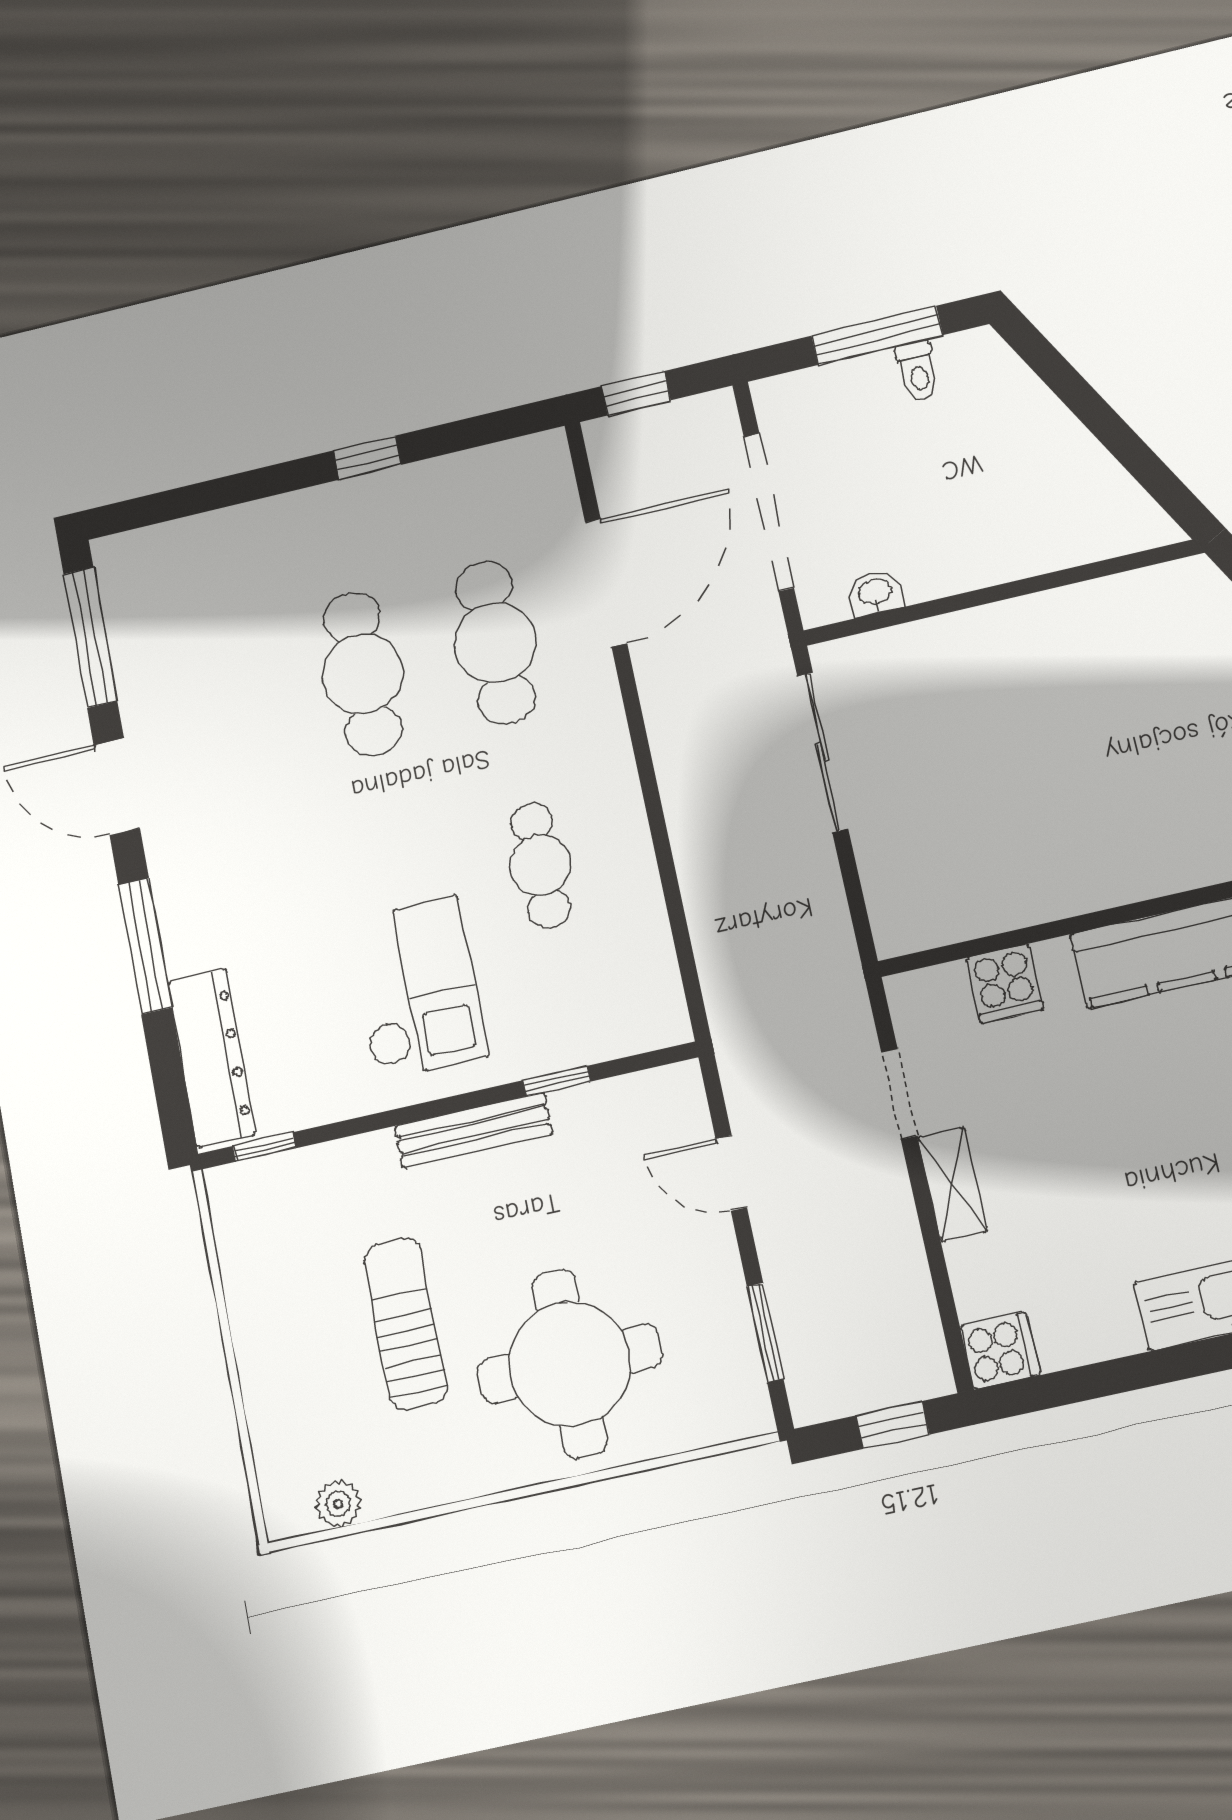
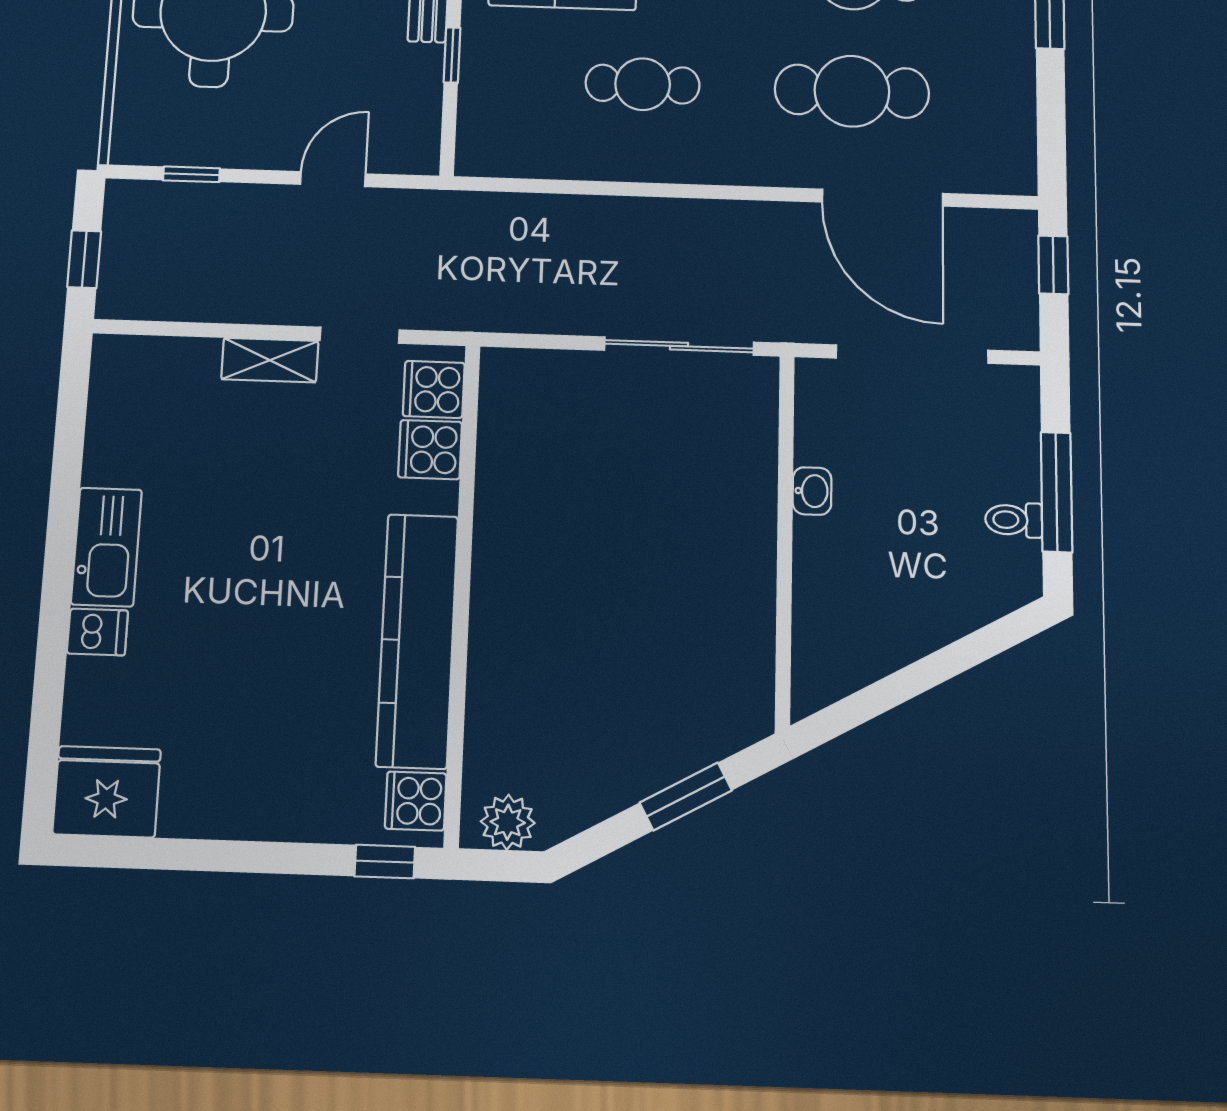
washbasin: (875, 593) -> (812, 491), moved
window: (765, 1333) -> (191, 174), width x0.67
cooker: (1000, 1351) -> (434, 389), moved, turned 90

